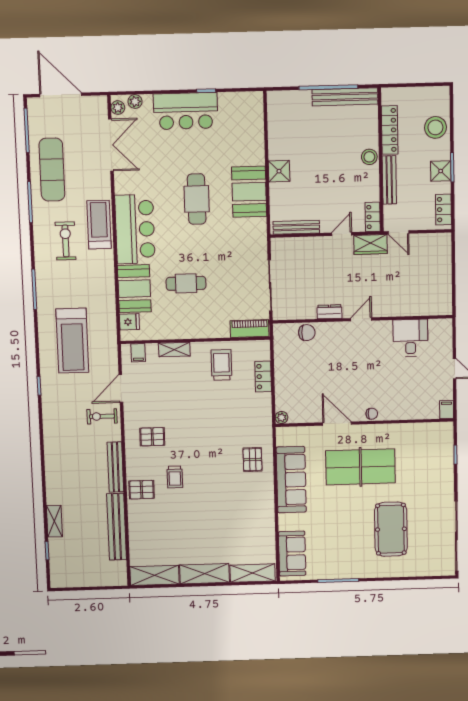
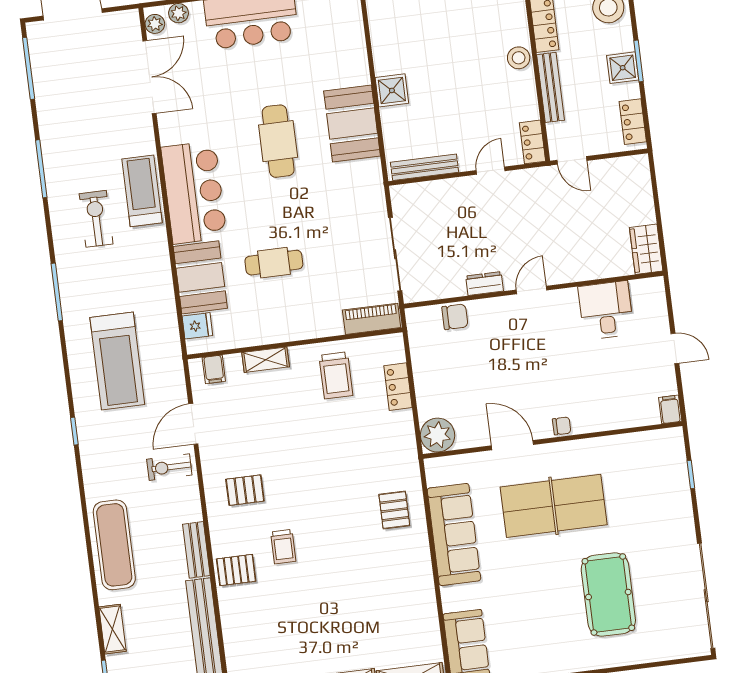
exercise mat: (52, 170) -> (114, 545), moved
wardrobe: (370, 244) -> (646, 249), moved, turned 90
trolley: (221, 365) -> (336, 375), turned 180
plant: (282, 417) -> (438, 435), width x1.88, depth x1.88
bench: (115, 467) -> (196, 550), width x0.73

